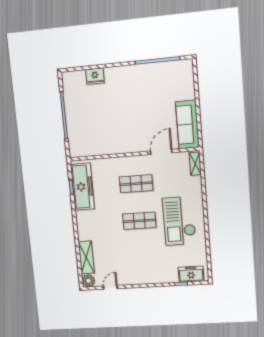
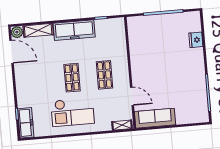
freezer: (82, 187) -> (74, 30), moved
checkout: (179, 221) -> (73, 112), turned 180
freezer: (191, 274) -> (26, 123), width x1.40
door: (110, 287) -> (12, 52), width x1.87

